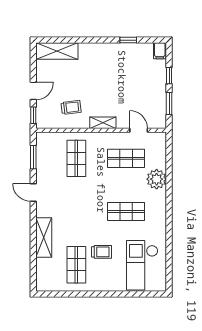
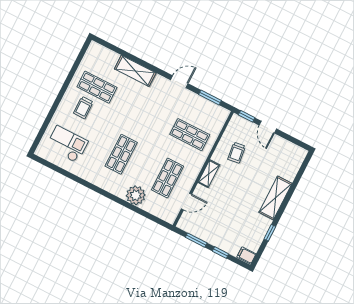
shelving: (57, 51) -> (276, 198), moved
trolley: (101, 252) -> (83, 108), moved
checkout: (142, 265) -> (67, 144), width x0.73, depth x0.83

